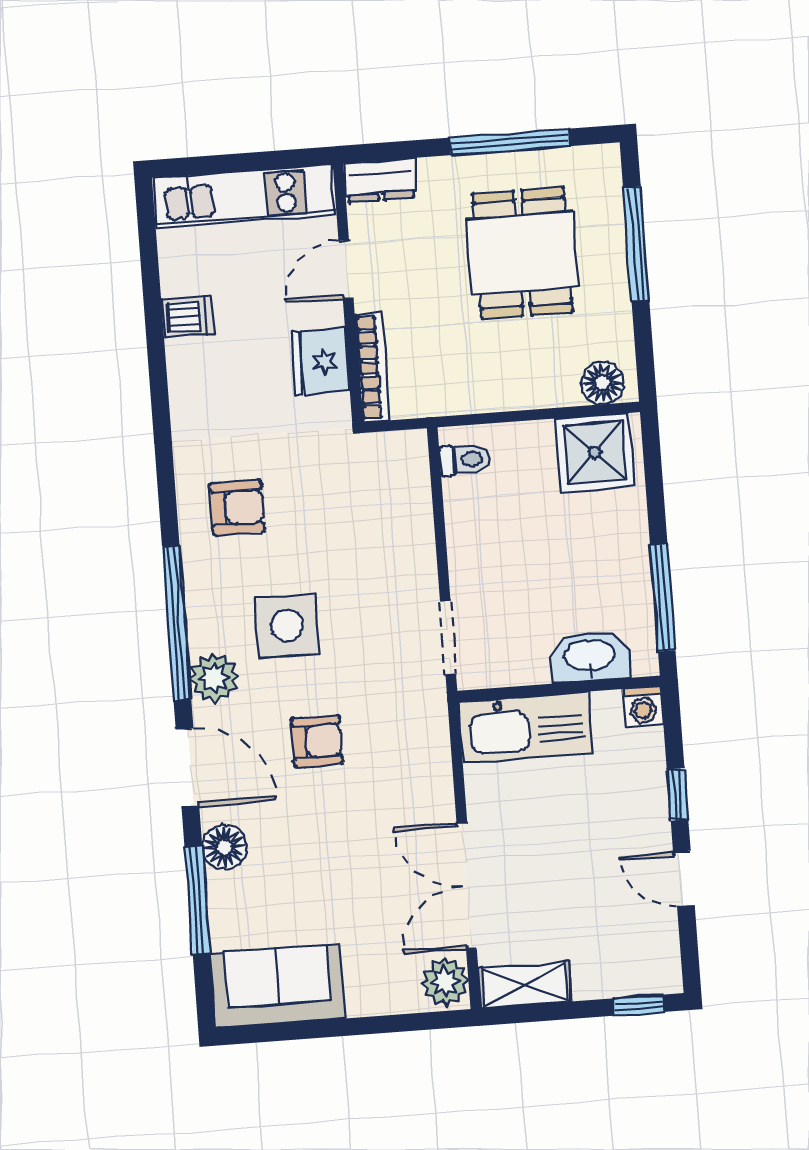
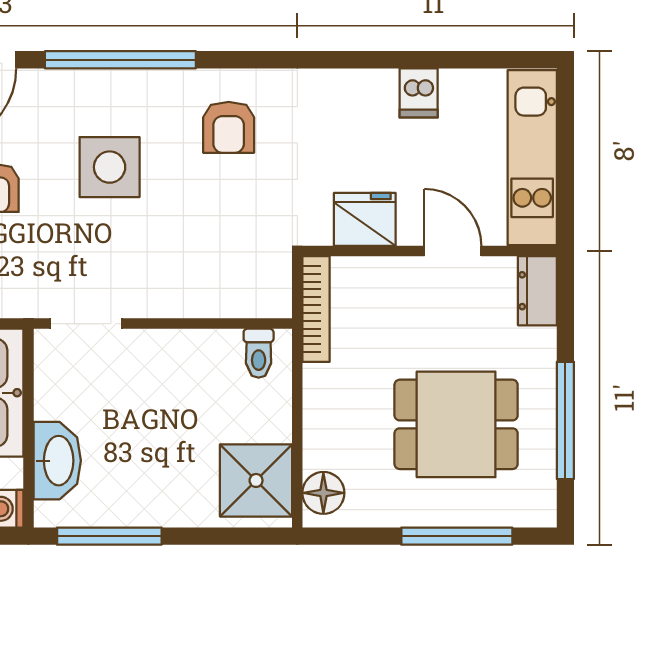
bookcase: (372, 367) -> (316, 309), moved, turned -90
plant: (214, 678) -> (64, 92), removed

